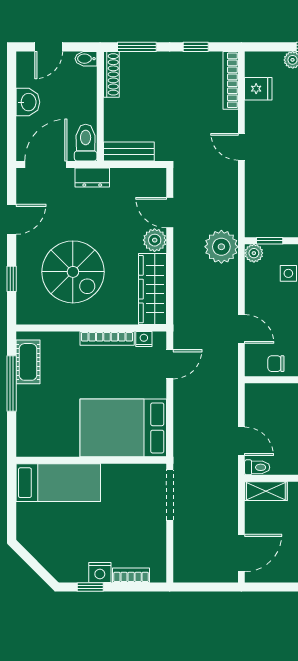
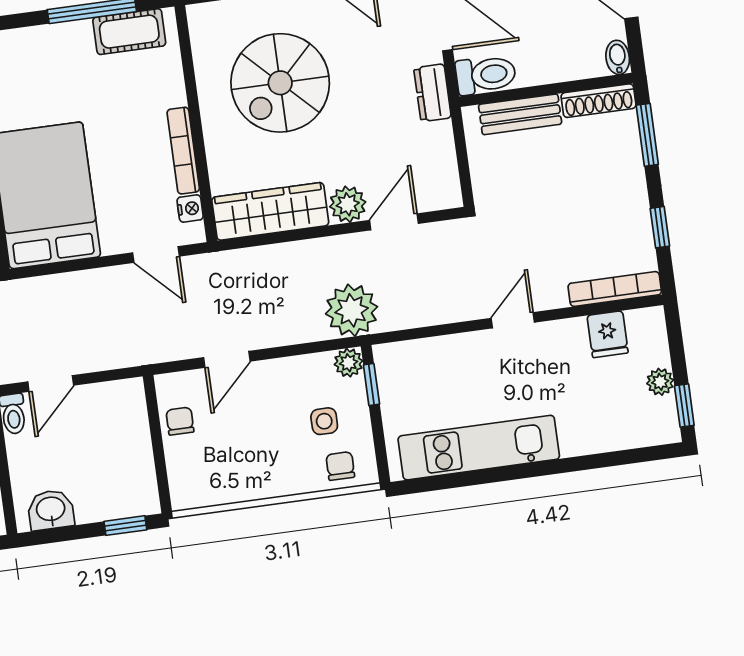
bench: (129, 151) -> (520, 114), moved, turned 90

